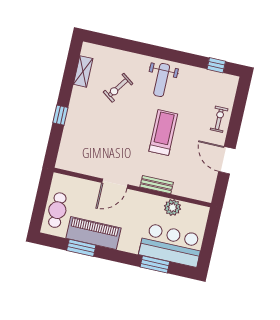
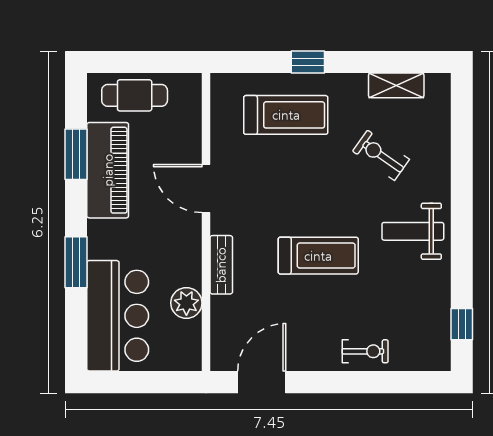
treadmill: (86, 133) -> (286, 115), added
door: (227, 160) -> (262, 382), moved
window: (155, 264) -> (76, 262), moved

